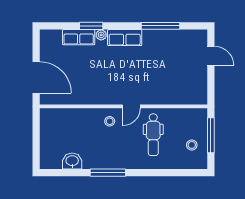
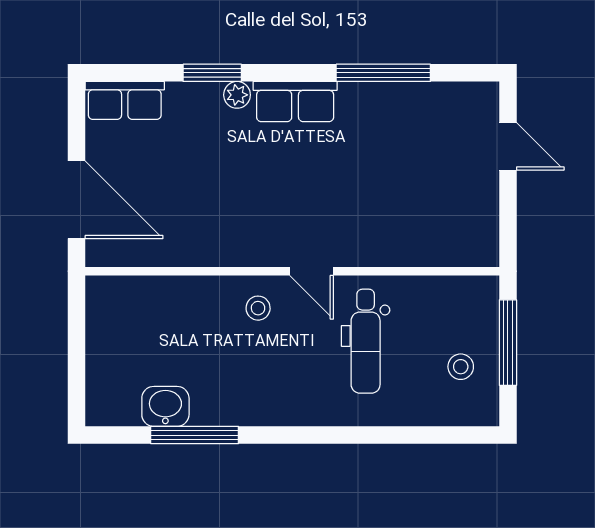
row of seats: (79, 37) -> (125, 100), moved
door: (131, 106) -> (311, 271), hinge flipped
window: (108, 173) -> (195, 435), moved

